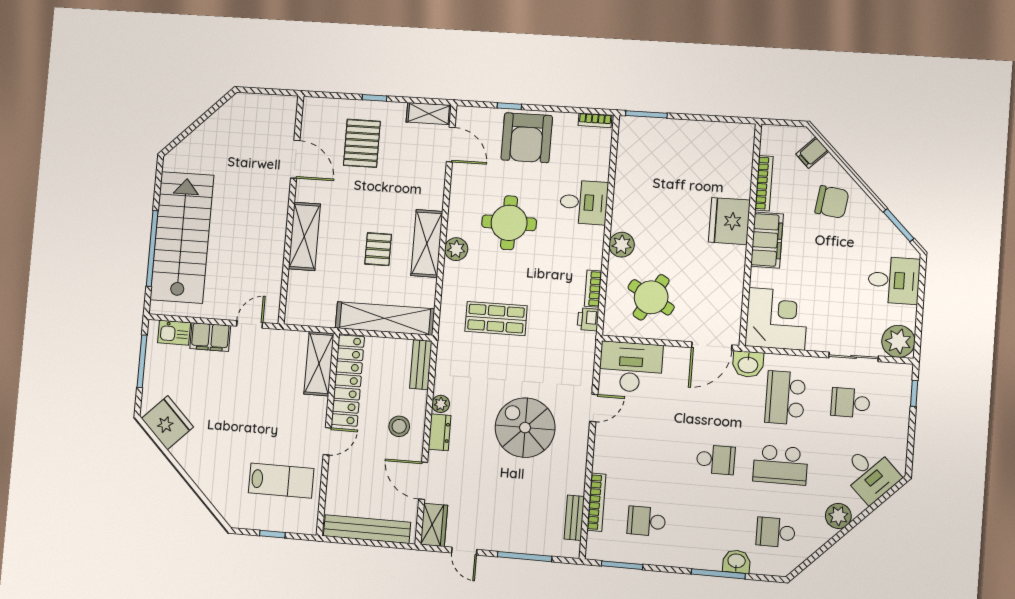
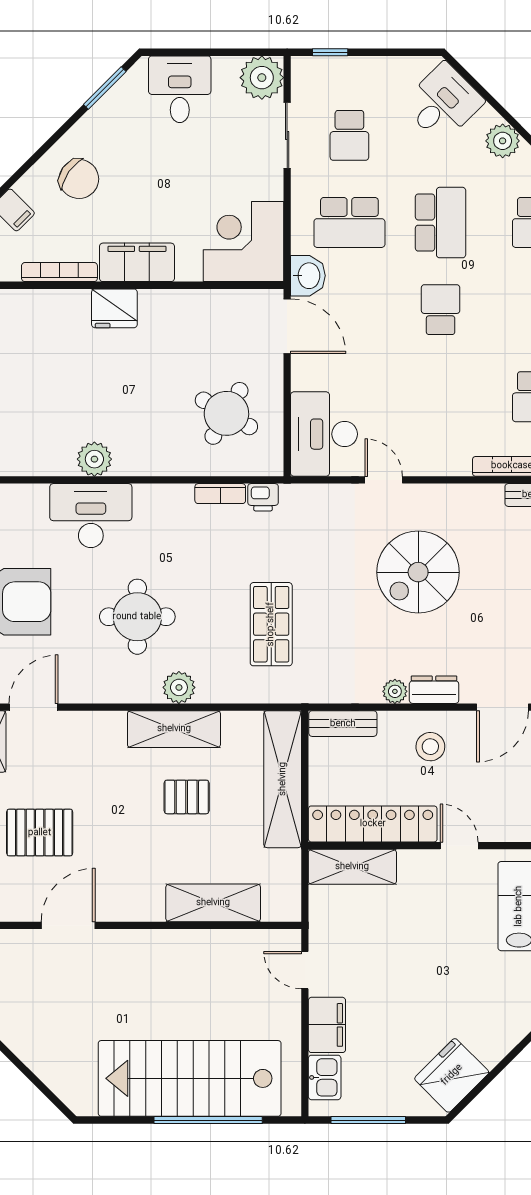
desk: (584, 202) -> (91, 516), width x1.37
chair: (832, 202) -> (79, 179), turned 117
fridge: (729, 221) -> (114, 308), width x0.73, depth x0.75
shelving: (304, 236) -> (213, 903), moved
plant: (622, 245) -> (94, 459), moved

